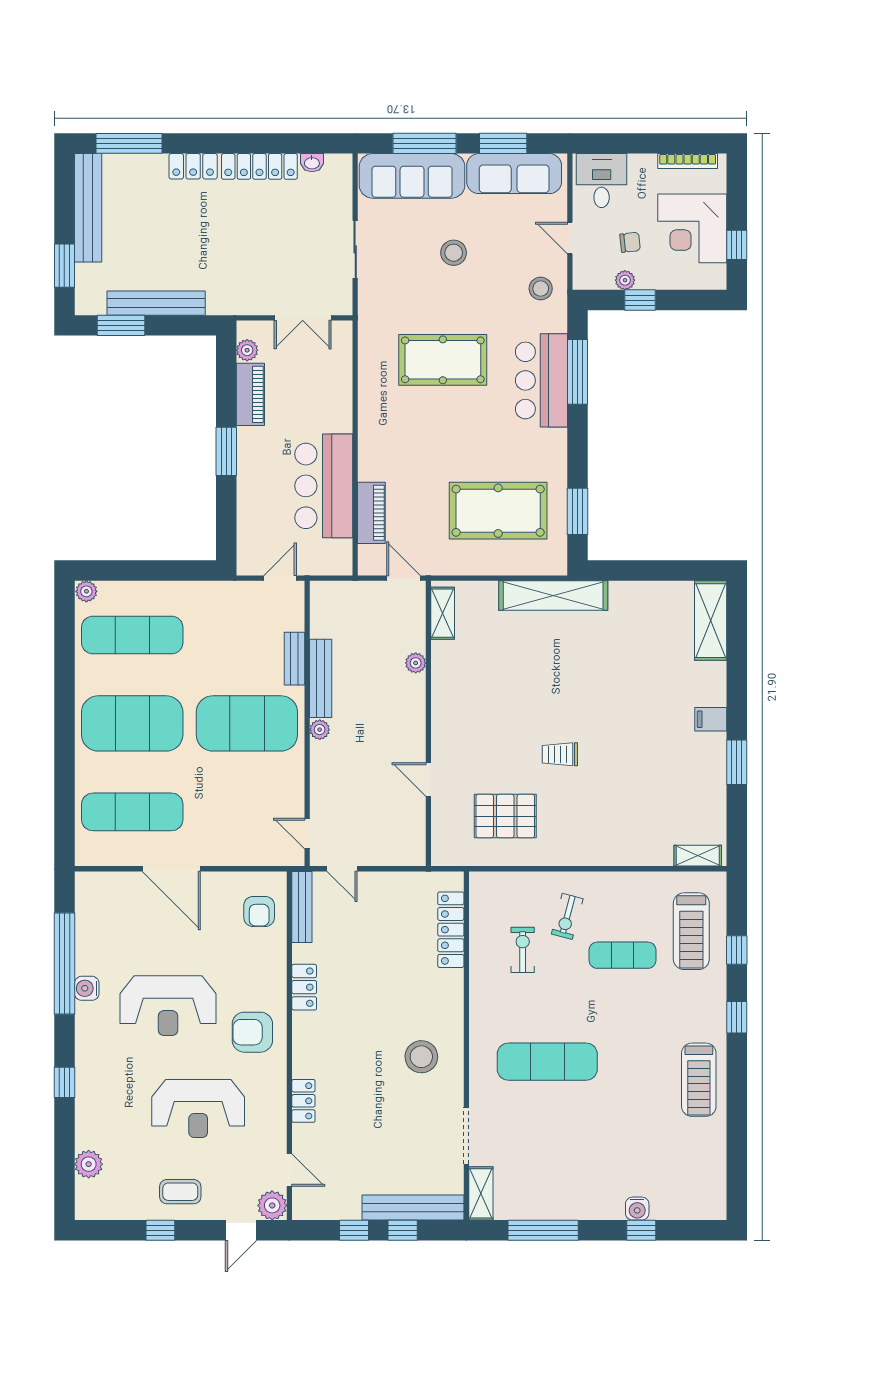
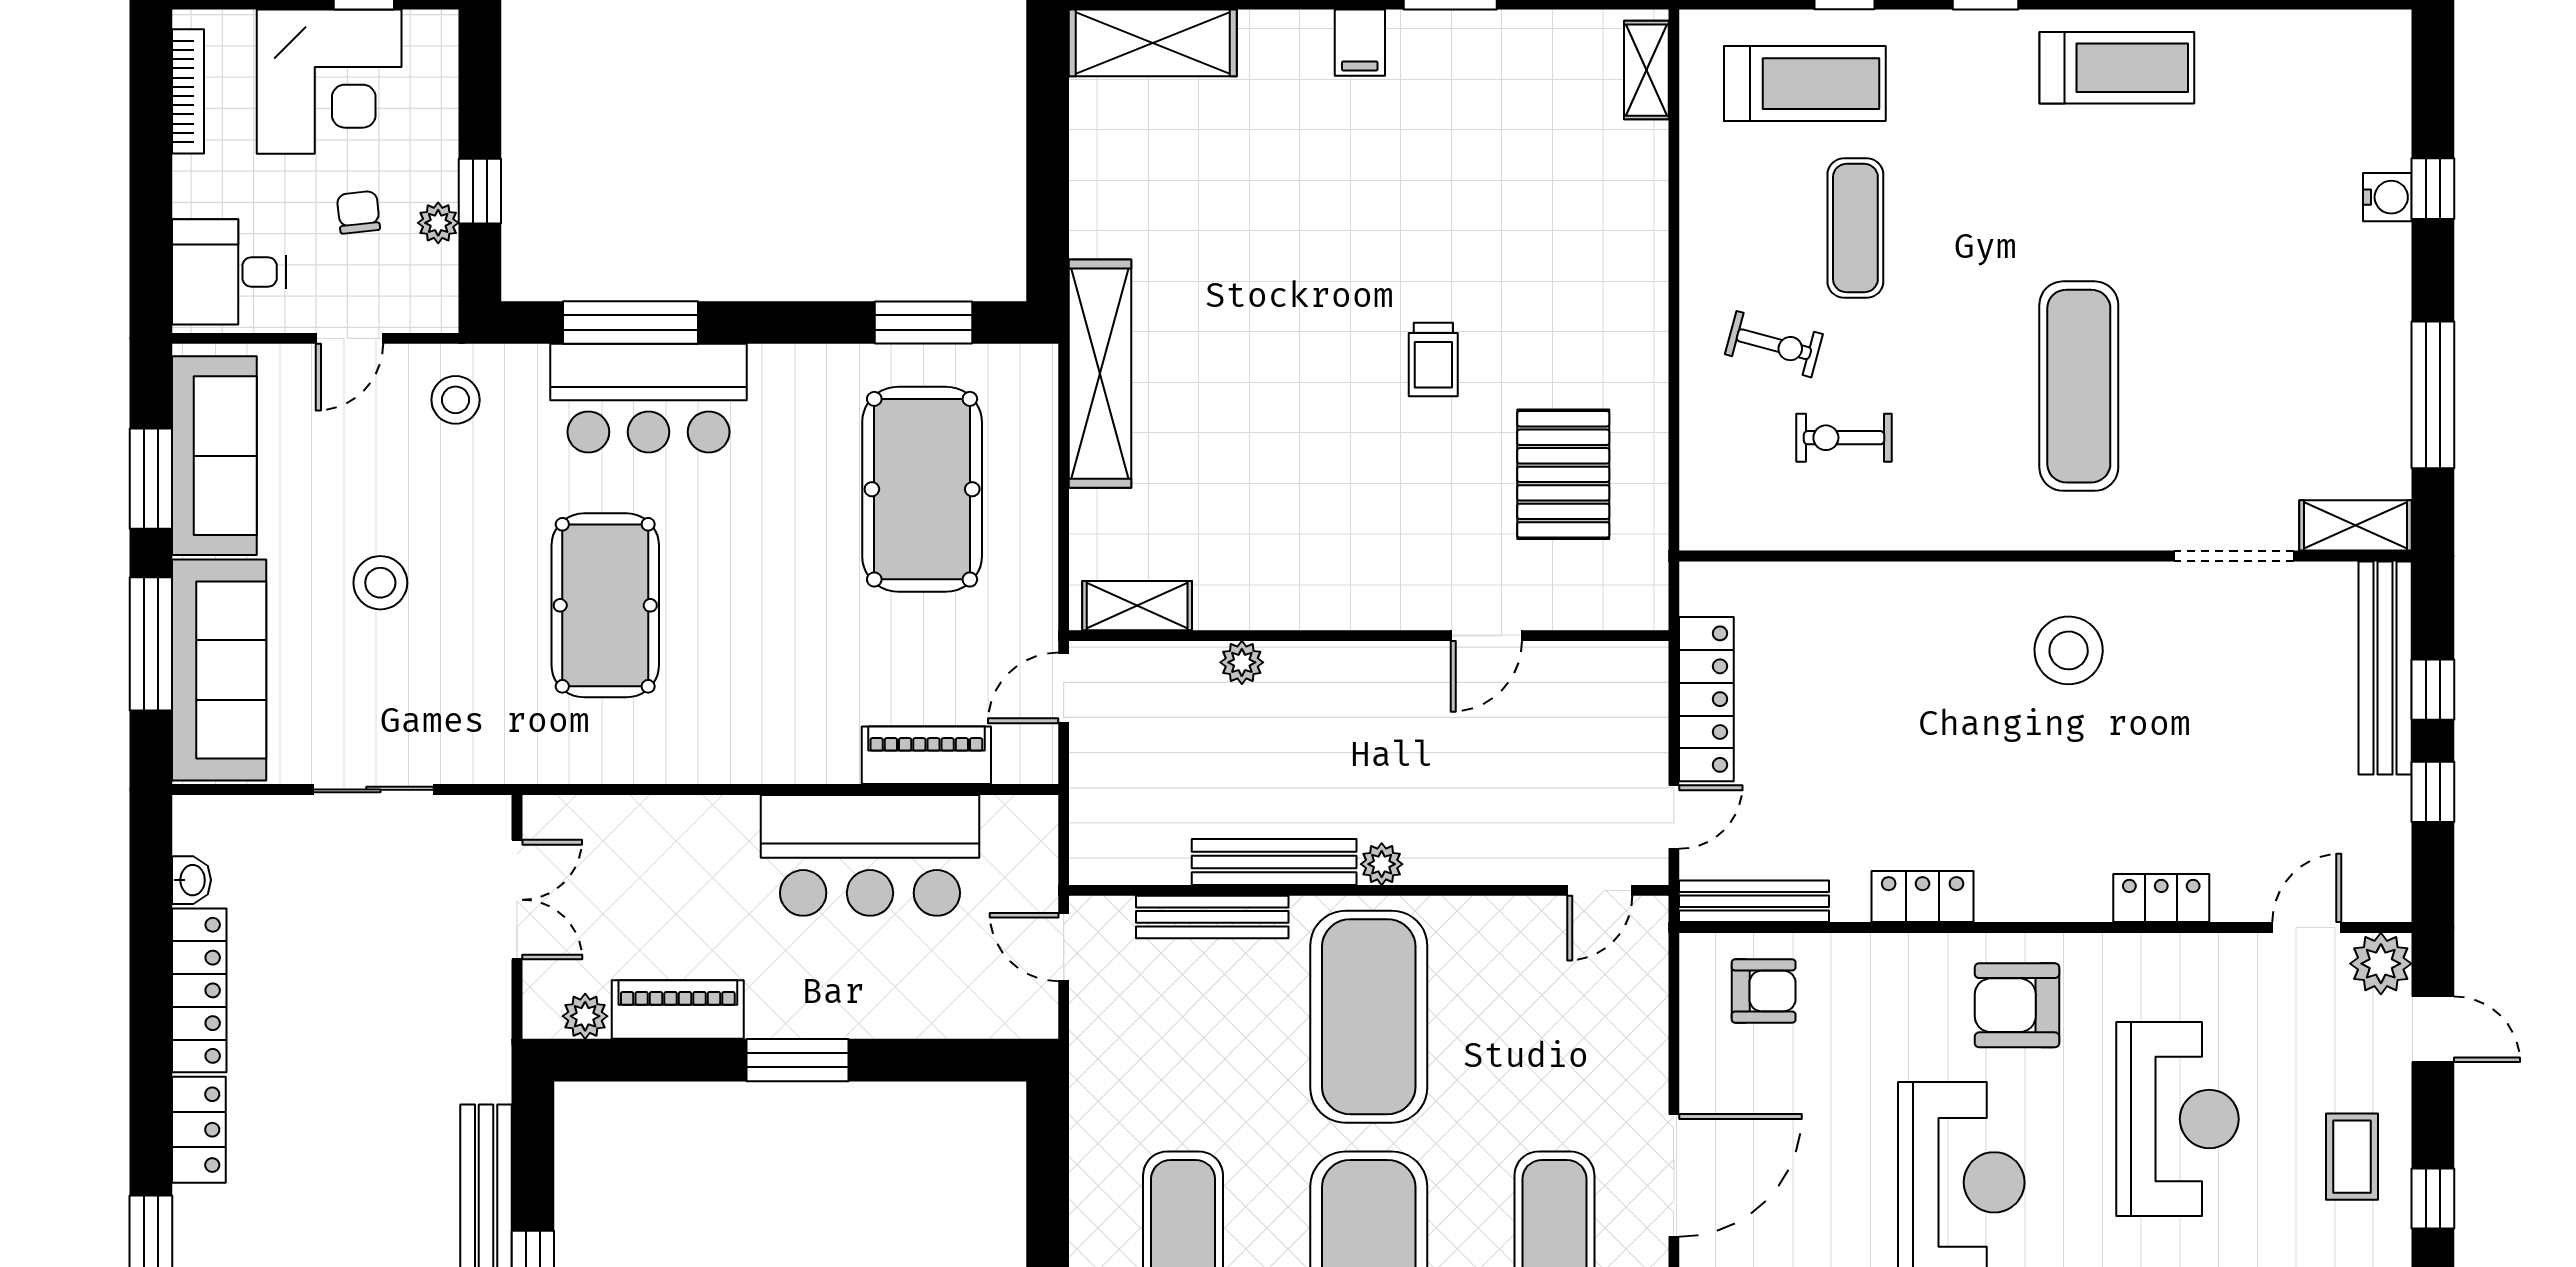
bench: (294, 659) -> (1212, 917), width x1.36
locker: (451, 930) -> (1706, 699), moved, turned -90
armchair: (252, 1032) -> (2017, 1005), turned 90

